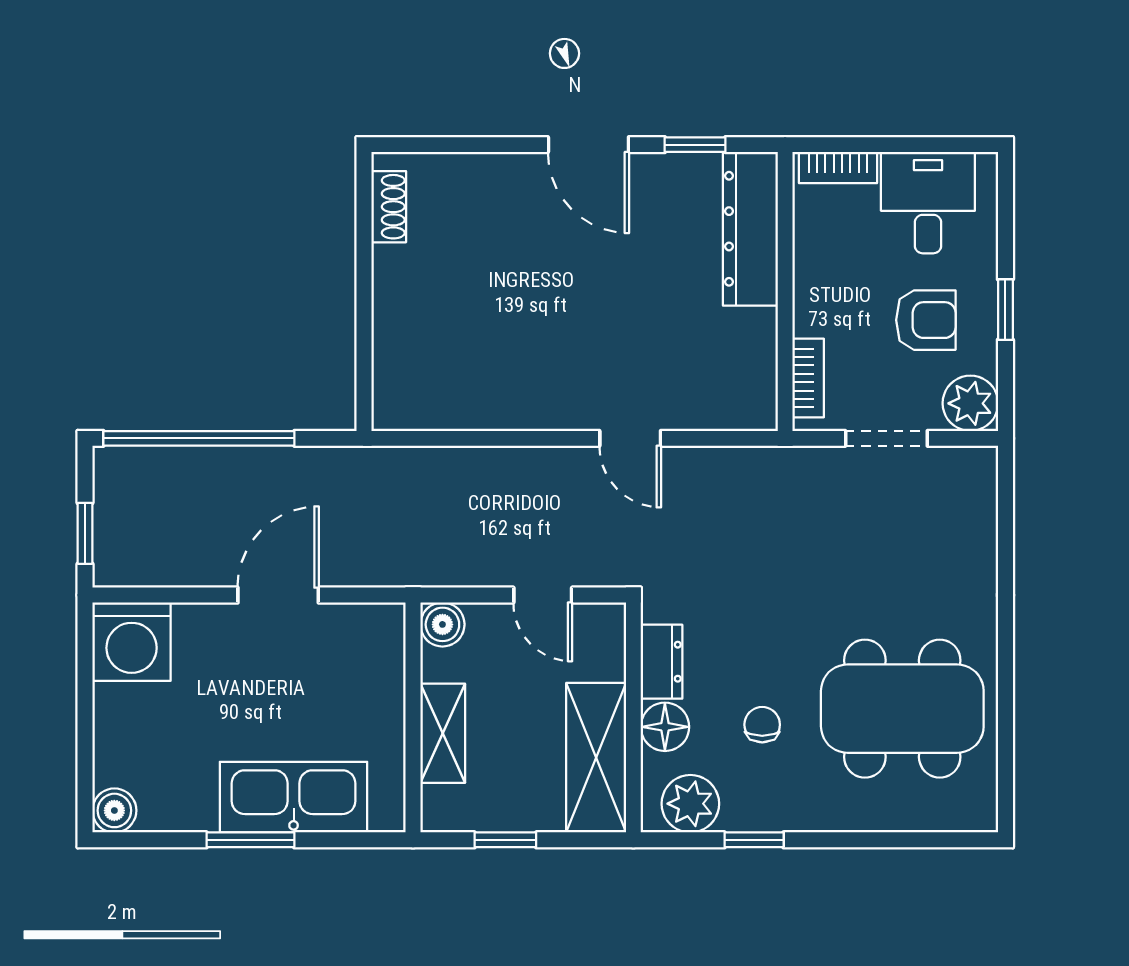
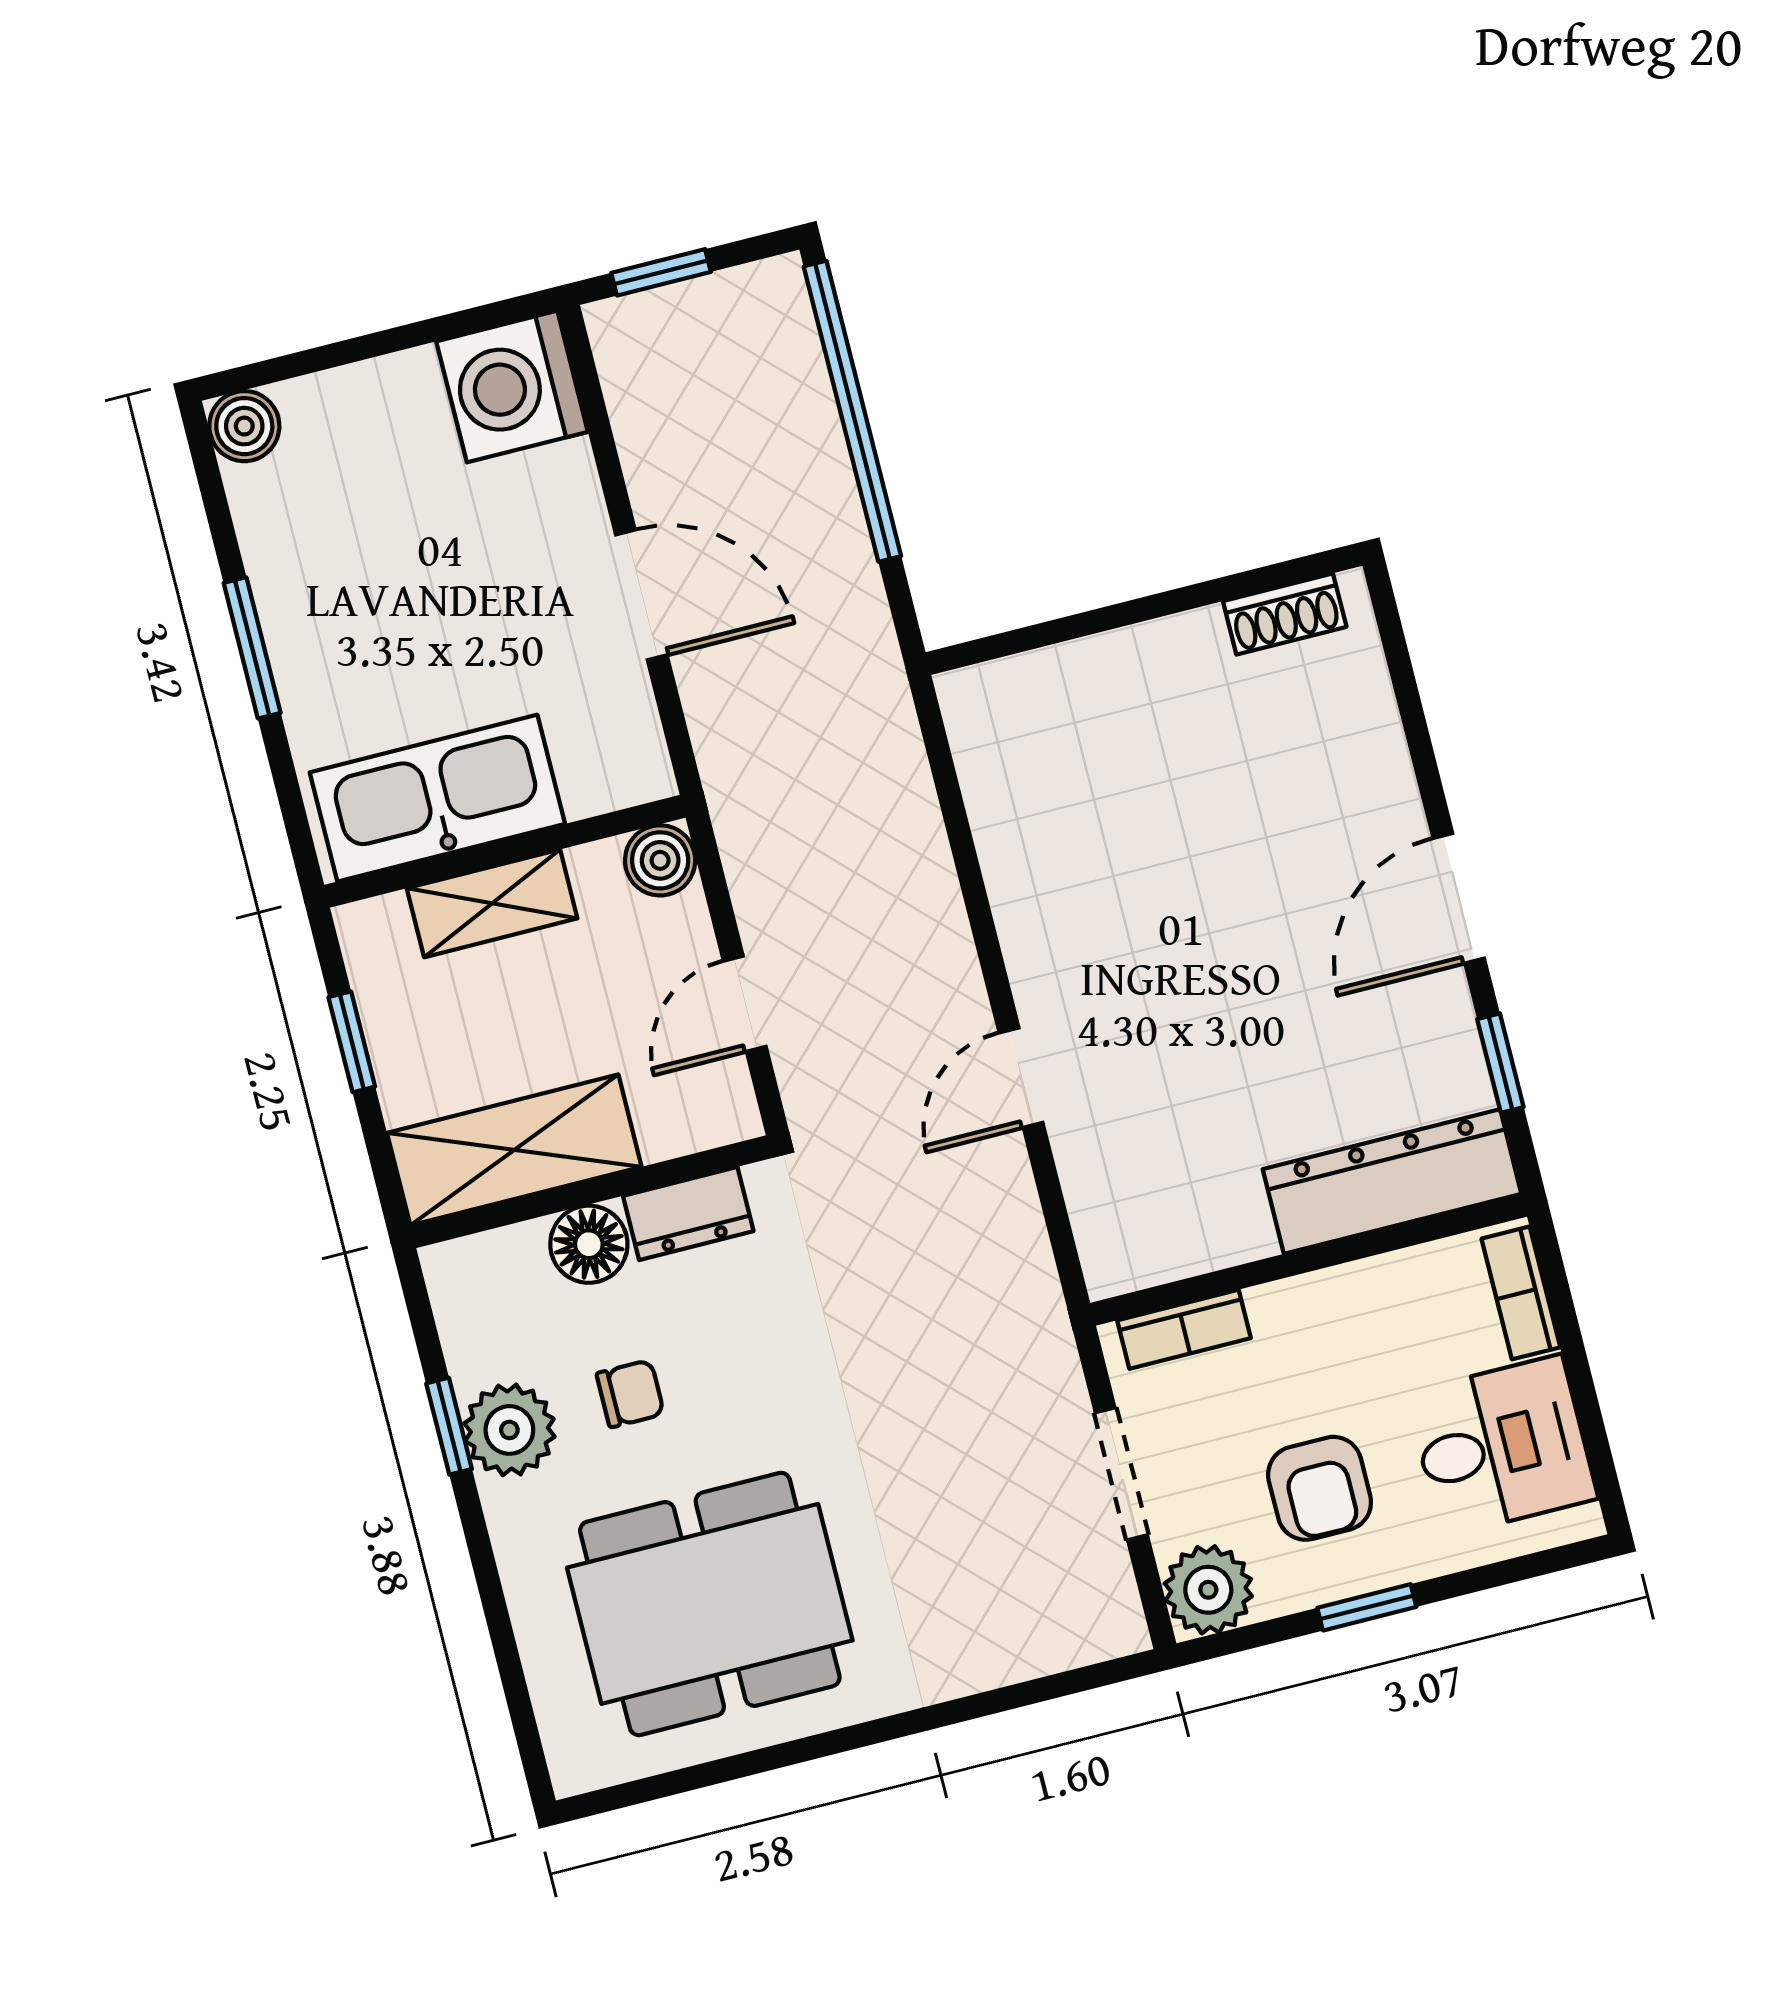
dining table: (902, 709) -> (710, 1604), turned 90
kitchen sink: (294, 797) -> (437, 798), moved, turned -90
plant: (690, 804) -> (509, 1430), moved

